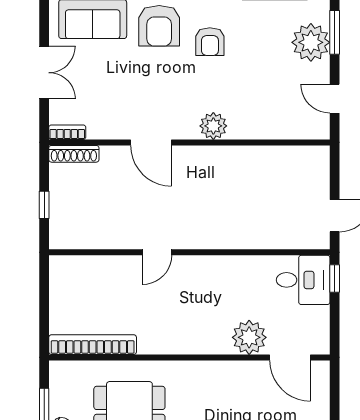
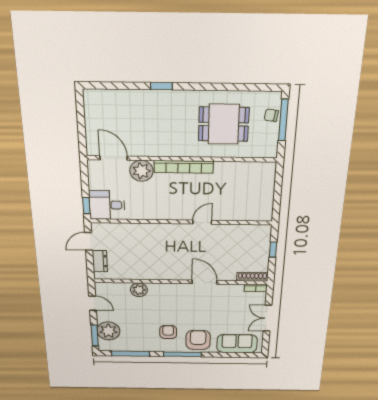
plant: (213, 126) -> (139, 290), moved
dresser: (319, 180) -> (100, 261), added
bookcase: (93, 345) -> (184, 167), moved

